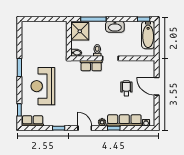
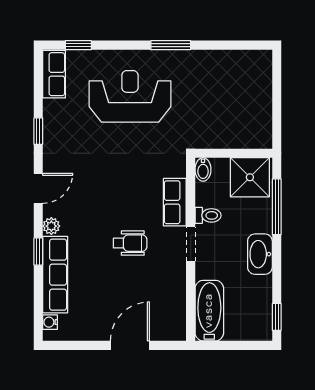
bathtub: (148, 35) -> (209, 311), moved, turned 90
wheelchair: (126, 88) -> (130, 243), moved

